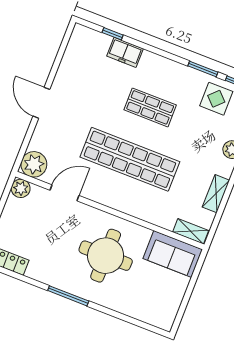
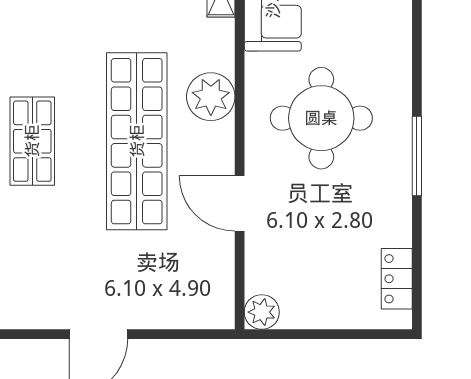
plant: (34, 164) -> (211, 97), moved
door: (64, 193) -> (240, 203), moved

